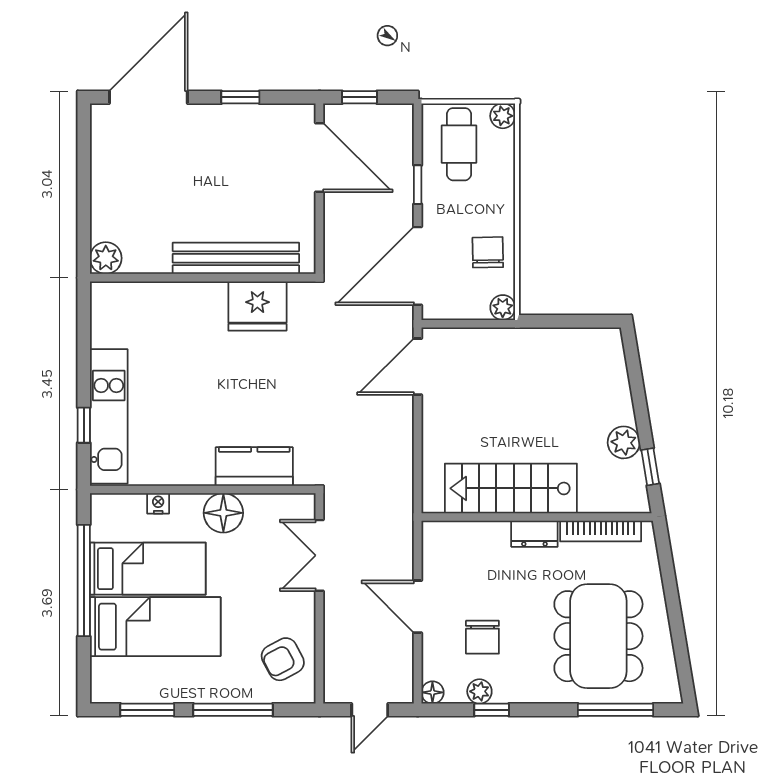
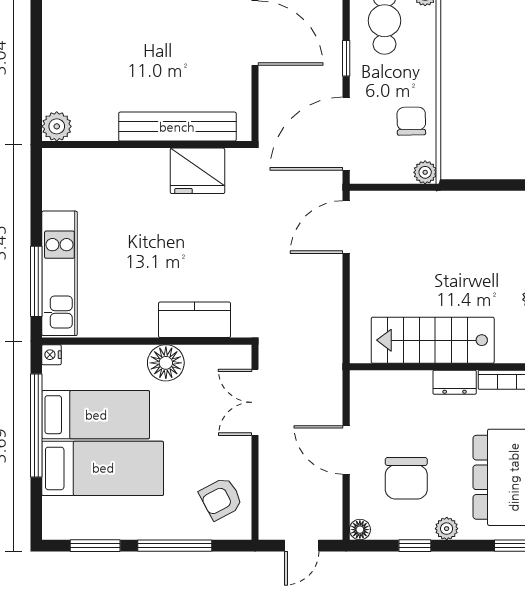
window: (84, 425) -> (36, 281), width x2.17
nightstand: (158, 503) -> (51, 355), moved, turned -90
chair: (482, 637) -> (406, 478), width x1.37, depth x1.37
plant: (479, 691) -> (447, 529), moved

